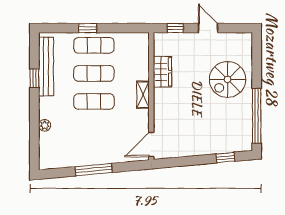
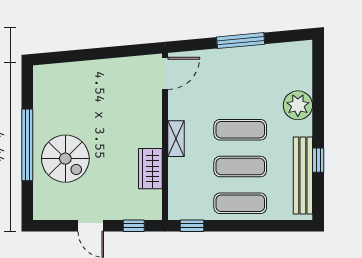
window: (88, 28) -> (192, 226), moved
spiral stairs: (228, 79) -> (65, 159), turned 90
window: (257, 116) -> (27, 145), moved
plant: (45, 125) -> (298, 105), width x1.88, depth x1.88
window: (225, 158) -> (68, 56), removed

